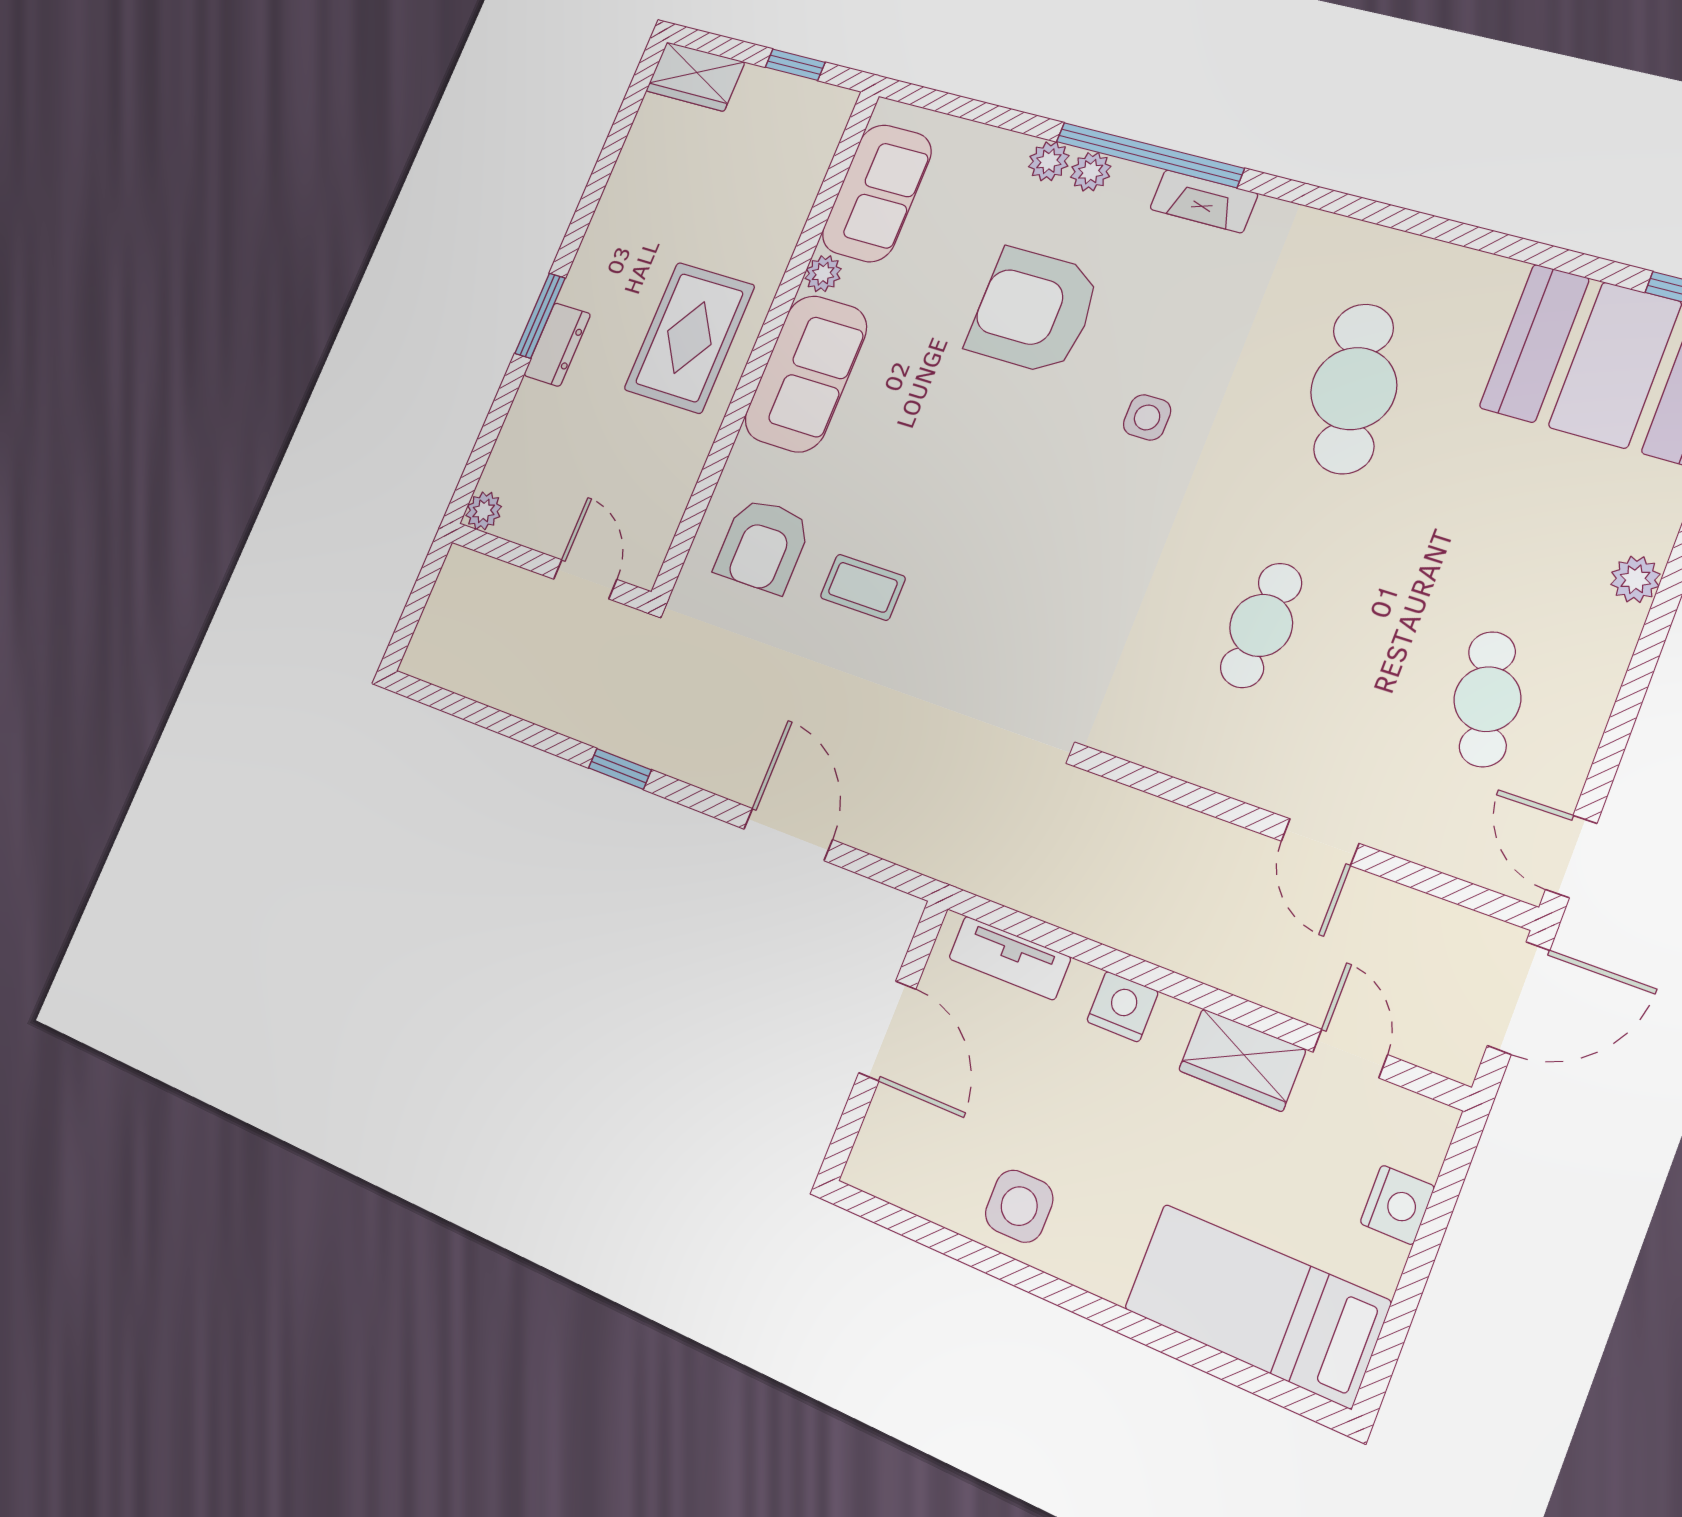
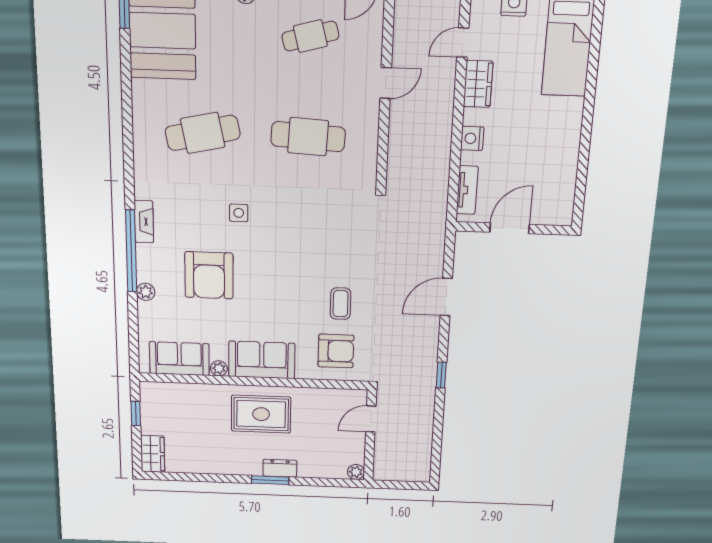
plant: (1091, 172) -> (145, 273), removed
cafe table: (1261, 625) -> (308, 137), width x1.37, depth x1.35
side table: (1019, 1206) -> (560, 151), removed

